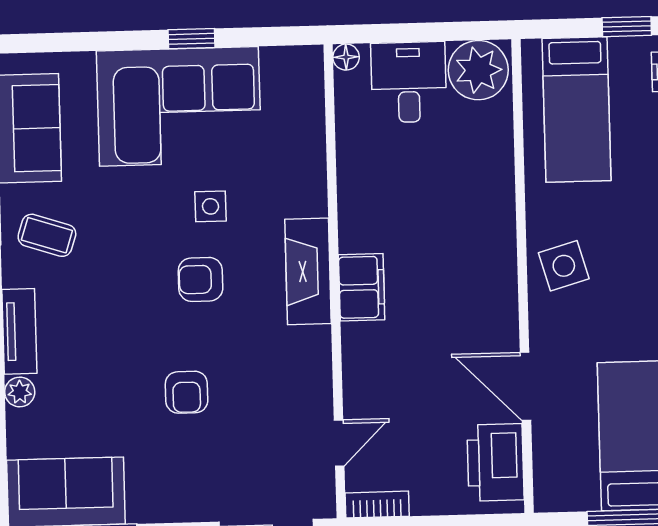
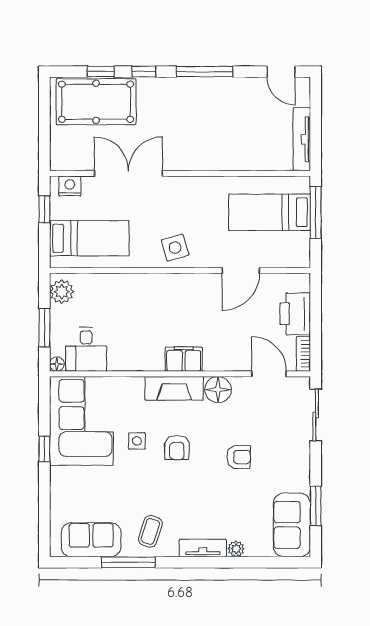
window: (412, 33) -> (44, 328), added
plant: (478, 70) -> (62, 292), width x0.73, depth x0.73
desk: (409, 82) -> (86, 349), moved, turned -90
corner sofa: (179, 106) -> (81, 421), moved
floor lamp: (308, 351) -> (218, 390), added
door: (339, 443) -> (269, 374), width x1.38
printer: (496, 462) -> (295, 314), moved, turned 90

